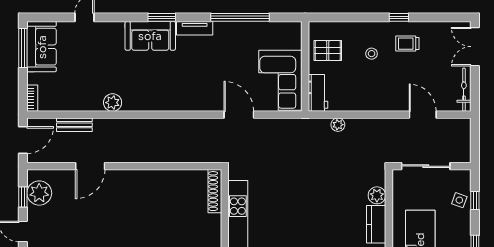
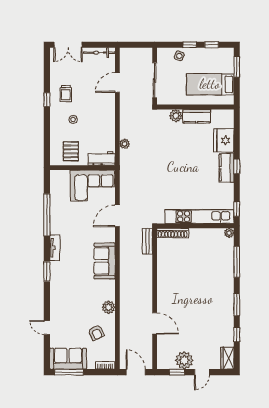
sofa: (150, 36) -> (105, 261), moved, turned 180
armchair: (77, 85) -> (96, 333), added
bench: (74, 125) -> (147, 241), moved
plant: (39, 193) -> (184, 360), moved
window: (475, 201) -> (190, 45), moved

